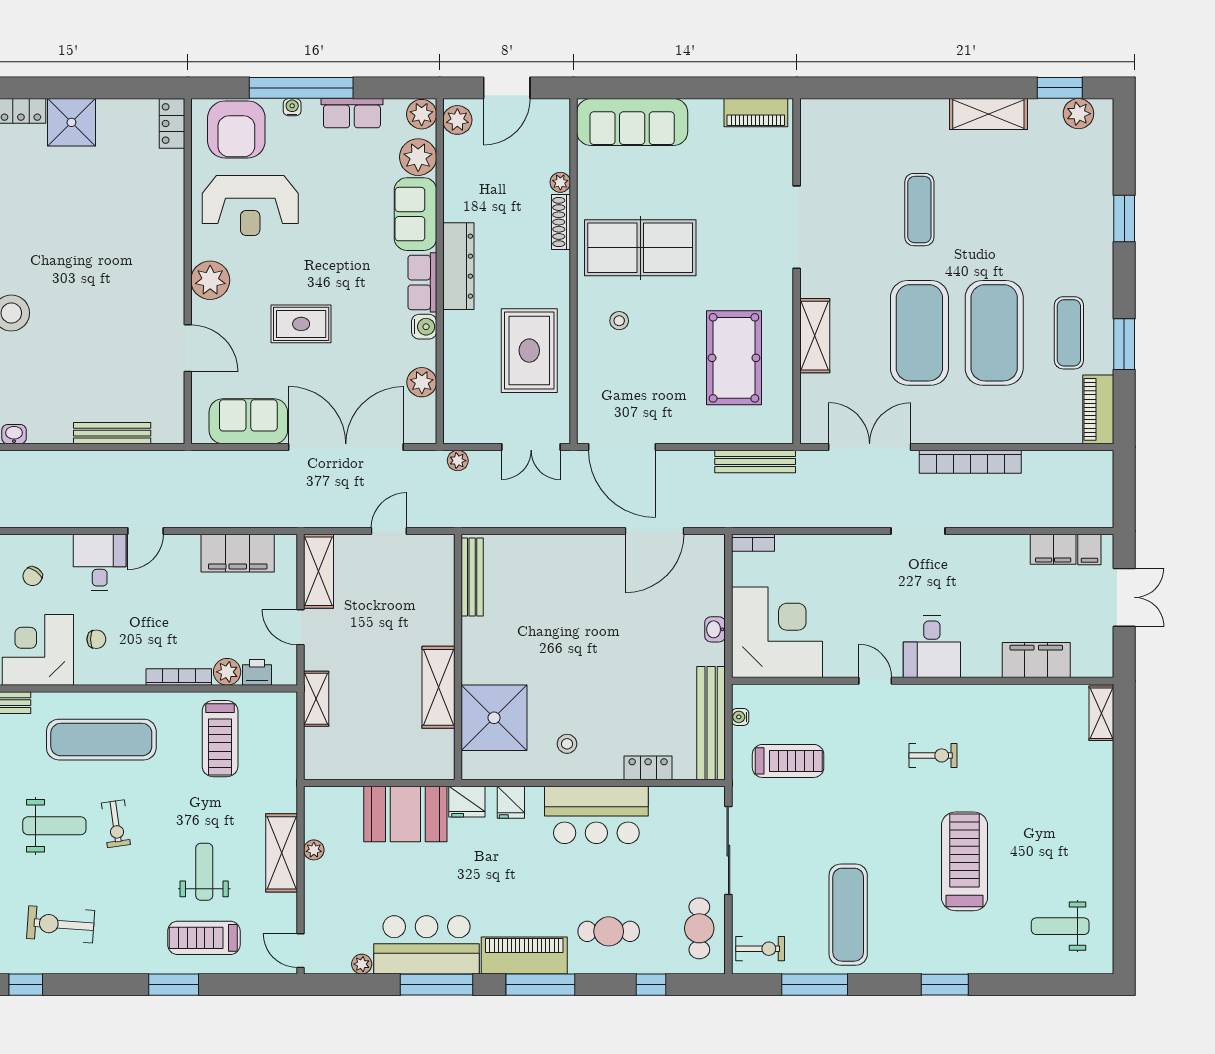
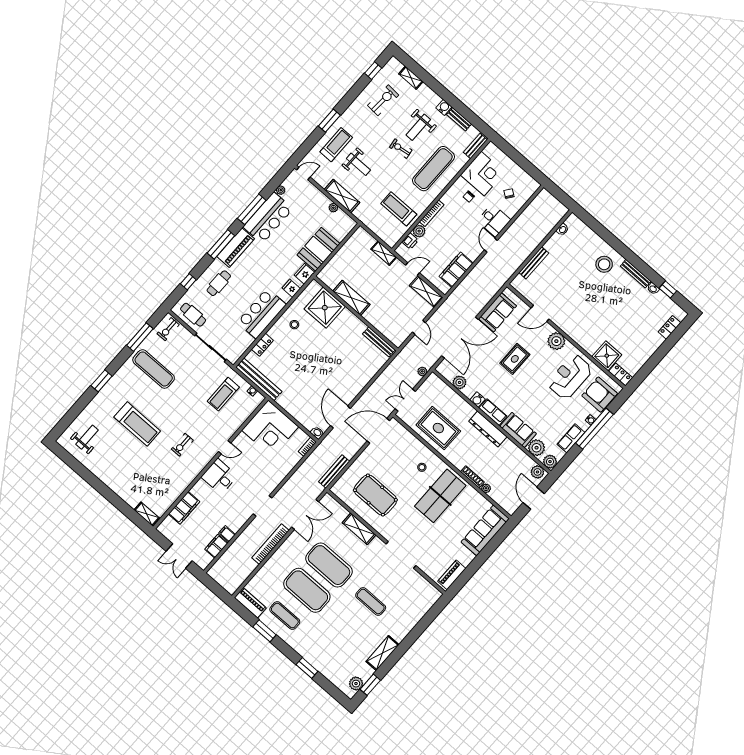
shower: (71, 122) -> (607, 356), moved
filing cabinet: (1089, 550) -> (227, 534), moved
washbasin: (715, 629) -> (317, 433), moved

